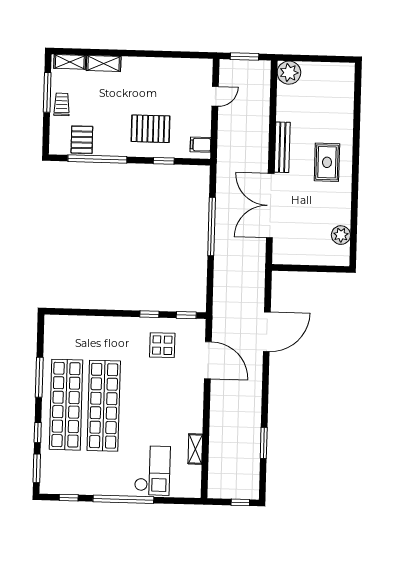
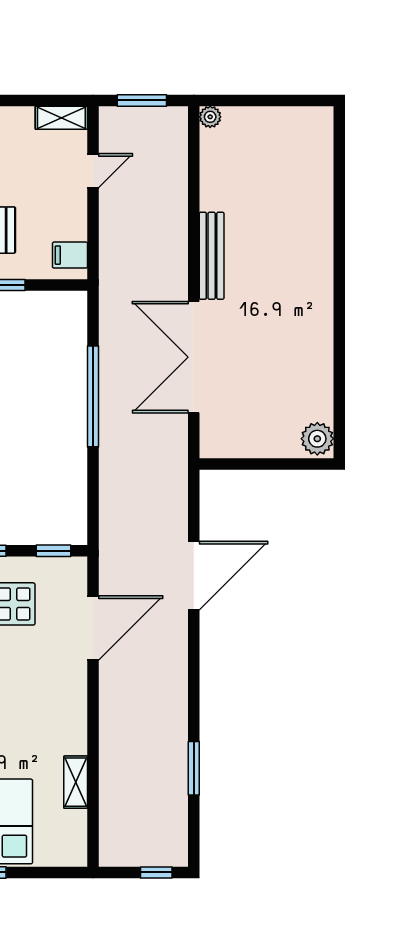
shelving: (198, 65) -> (61, 118), added
plant: (289, 73) -> (210, 117), width x0.53, depth x0.53
rug: (327, 162) -> (290, 280), removed
plant: (341, 235) -> (317, 439), moved
door: (208, 360) -> (93, 628), hinge flipped

